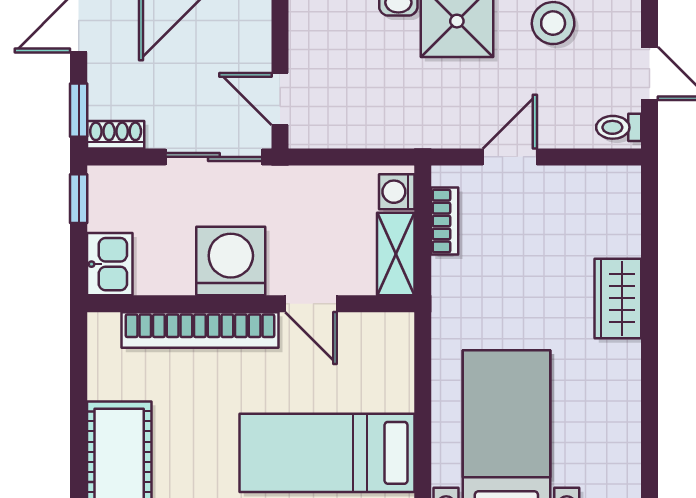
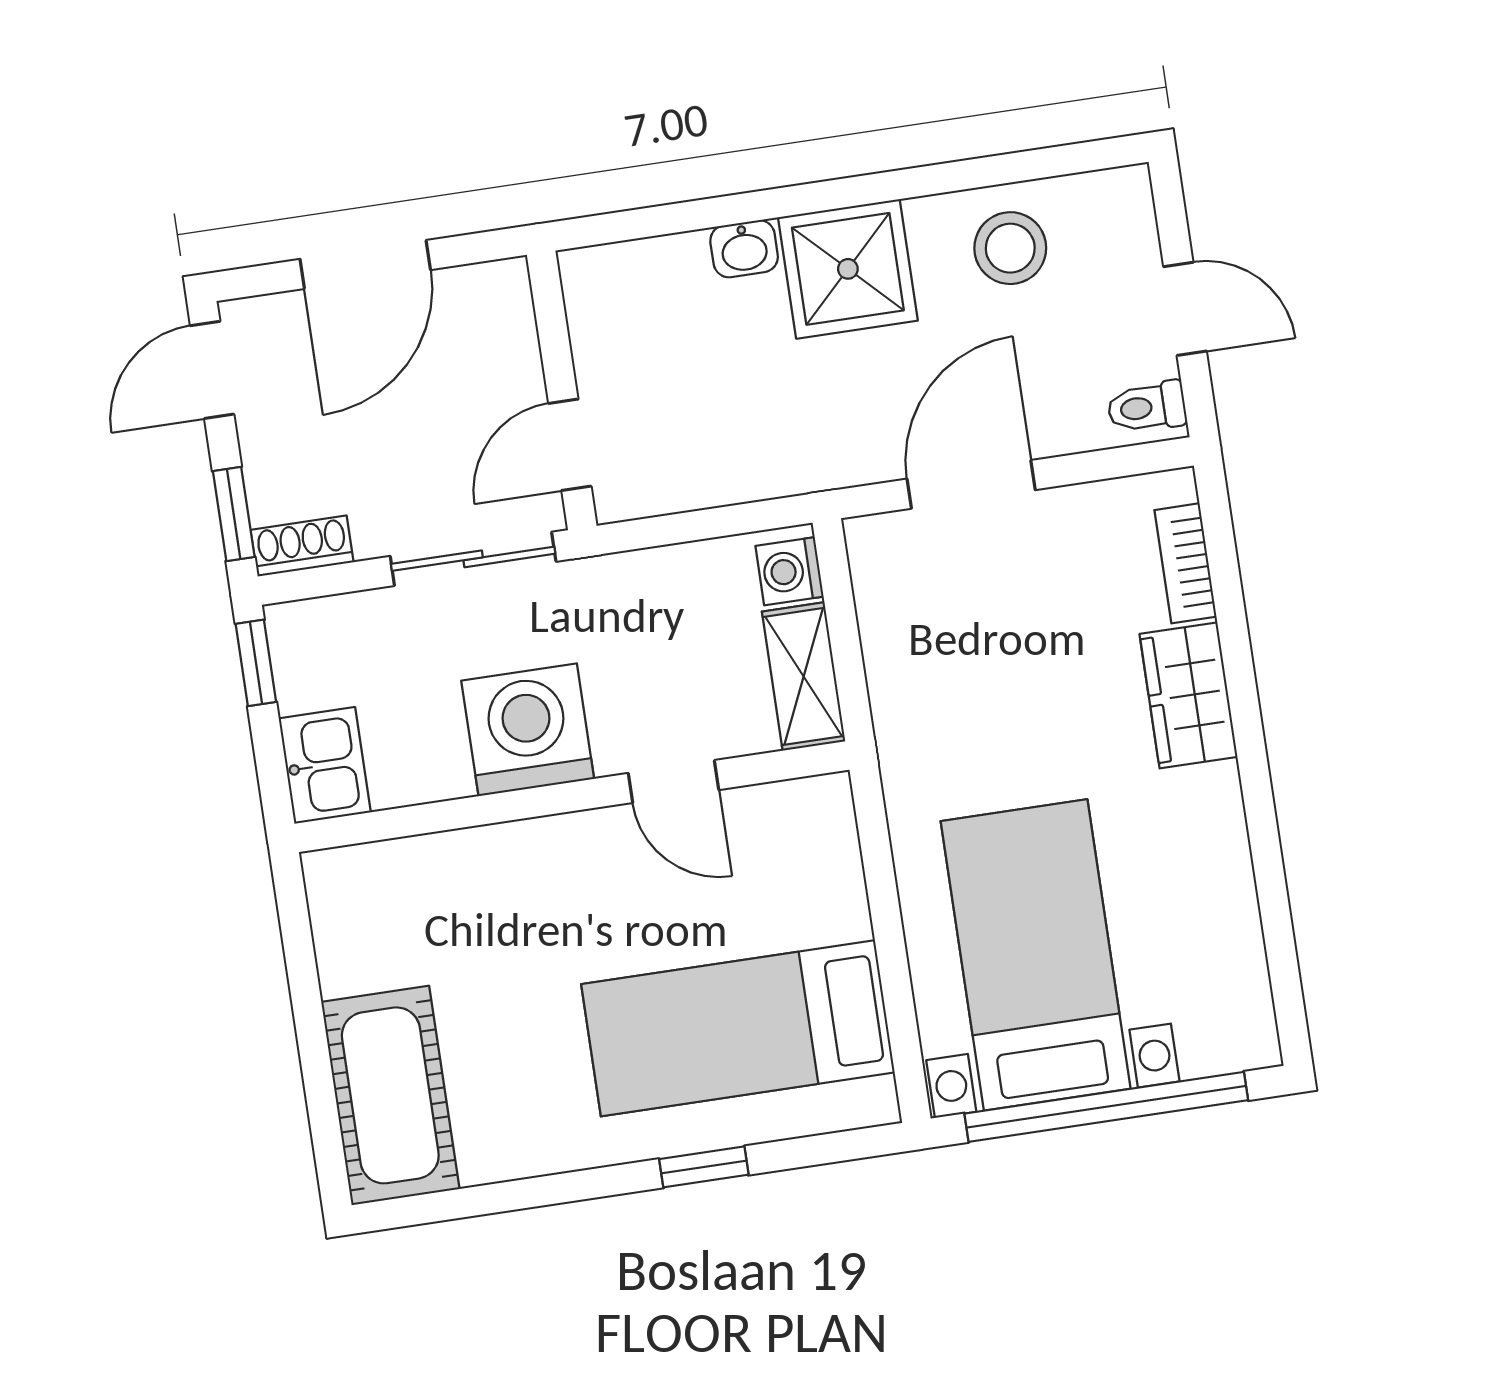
door: (280, 99) -> (570, 445), hinge flipped
door: (510, 157) -> (971, 484), width x1.38
bookcase: (445, 221) -> (1185, 563), moved, turned 180
bookcase: (200, 330) -> (493, 854), removed

